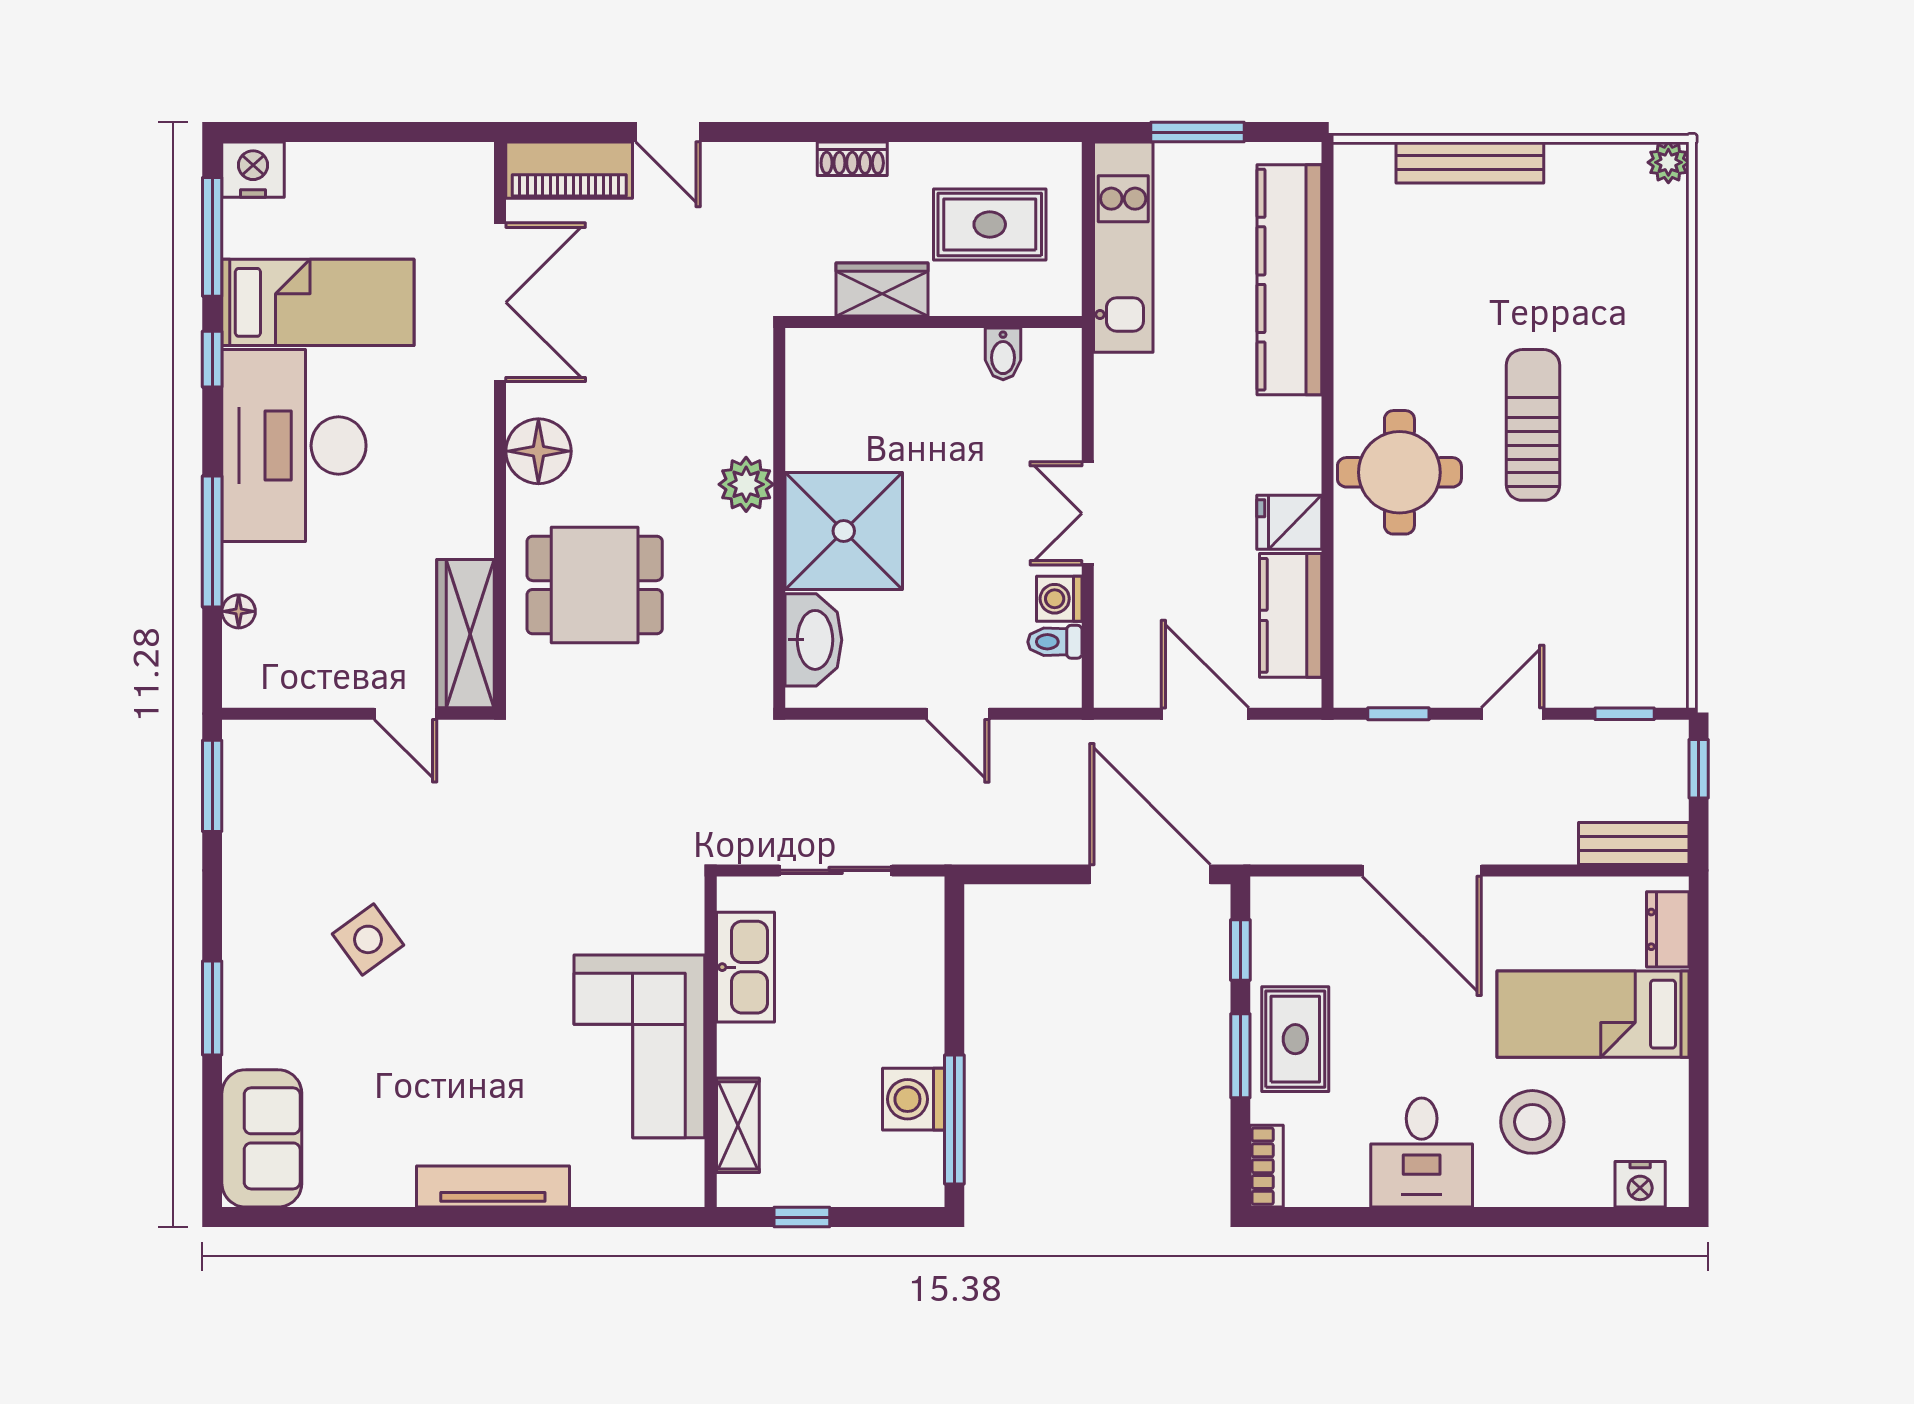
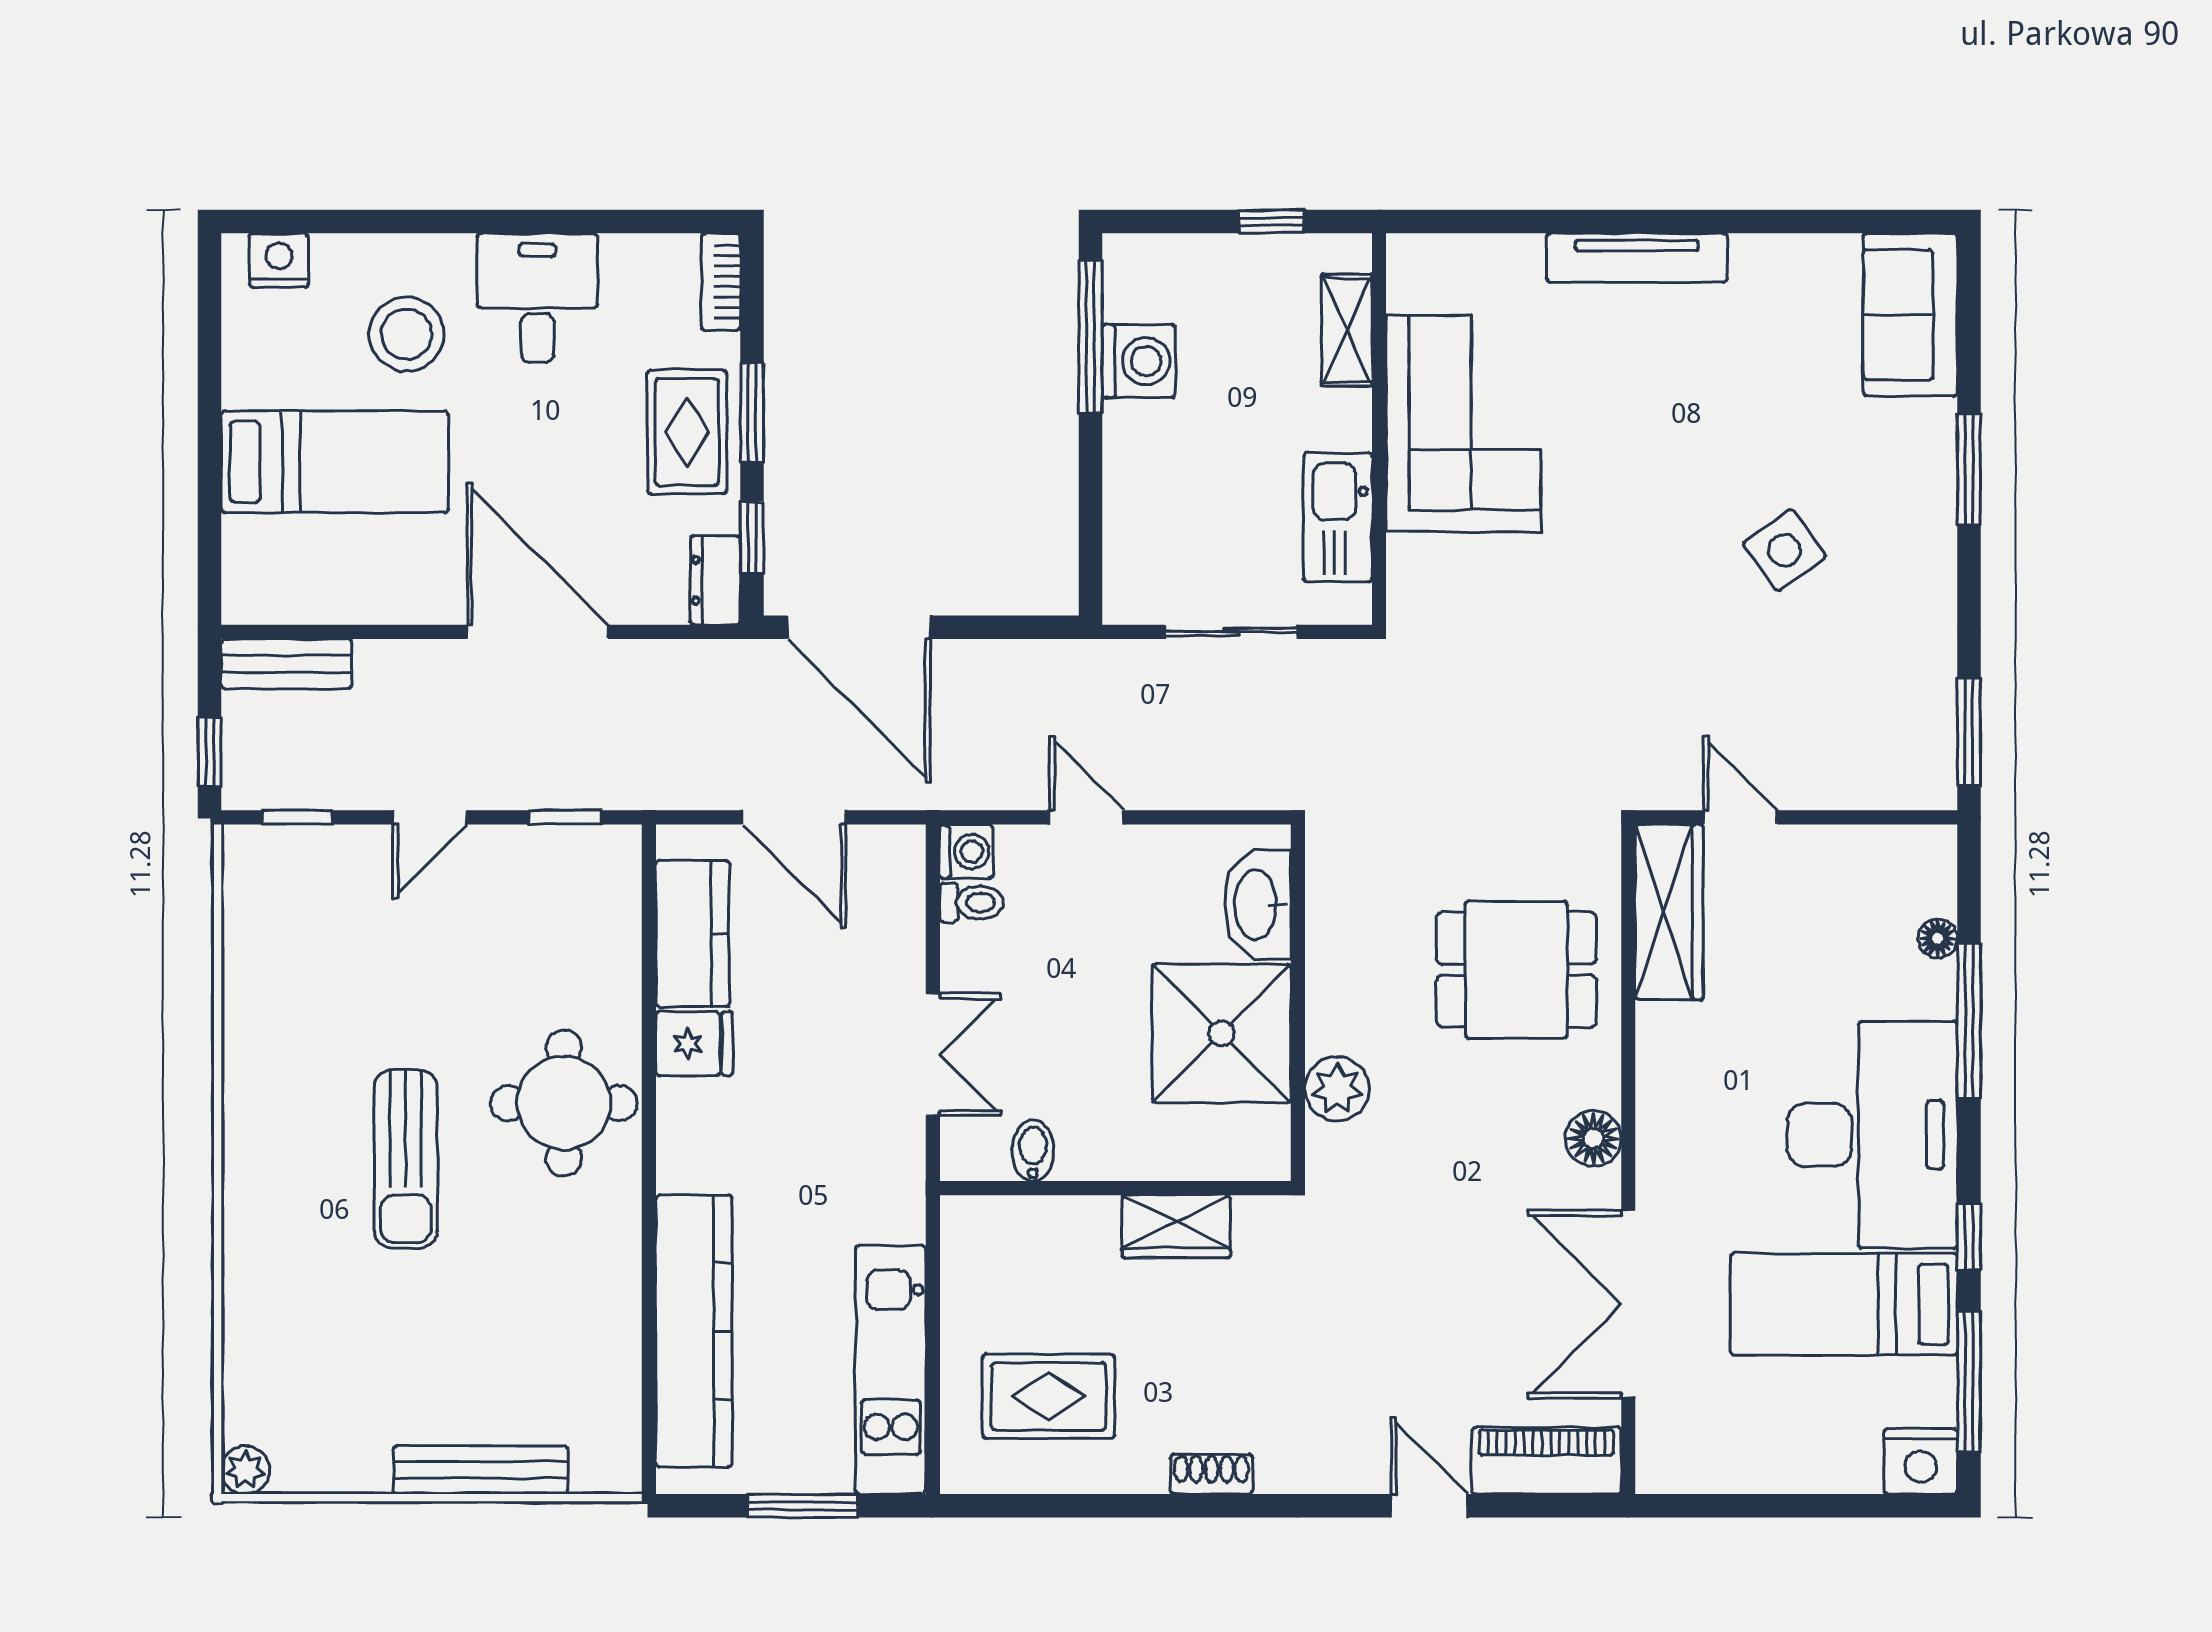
wardrobe: (882, 290) -> (1176, 1227), moved
wall: (933, 322) -> (1115, 1188), moved
bidet: (1003, 354) -> (1033, 1150), moved
floor lamp: (538, 451) -> (1593, 1138), width x0.73, depth x0.73
washing machine: (1059, 599) -> (966, 852), moved
dresser: (1668, 929) -> (715, 580), moved, turned 180

